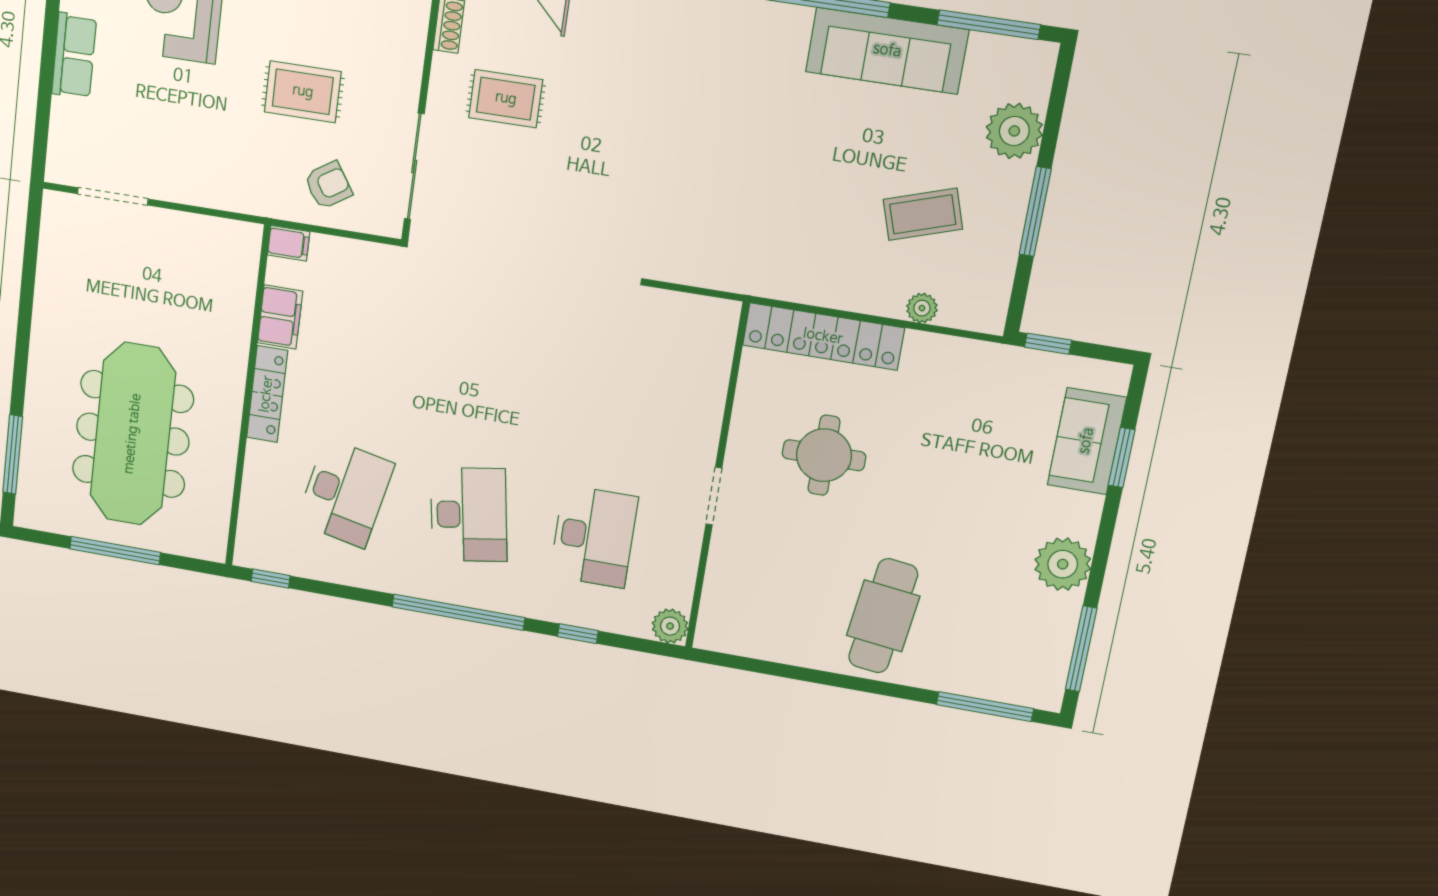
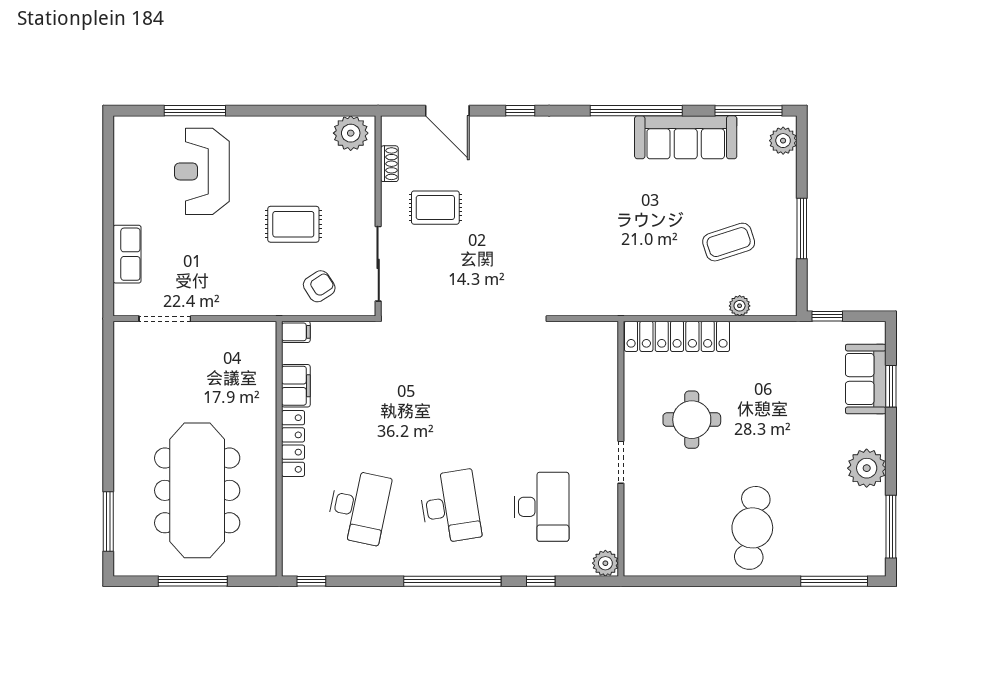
row of seats: (74, 56) -> (127, 254), moved
plant: (1014, 131) -> (783, 141), moved, width x0.73, depth x0.73

